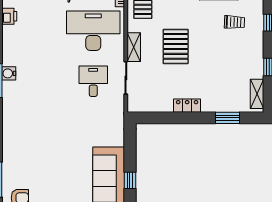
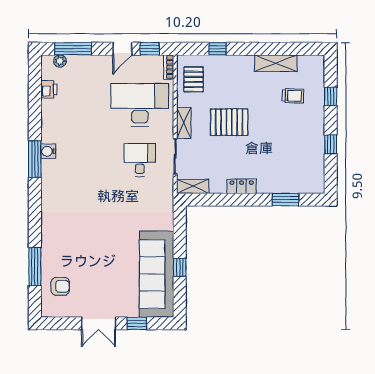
pallet: (176, 46) -> (229, 122), turned 90
shelving: (257, 94) -> (193, 186), moved, turned 90

